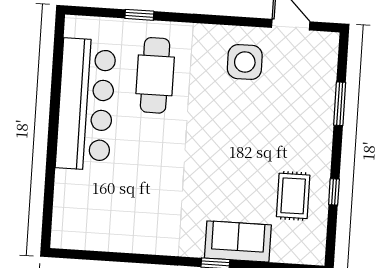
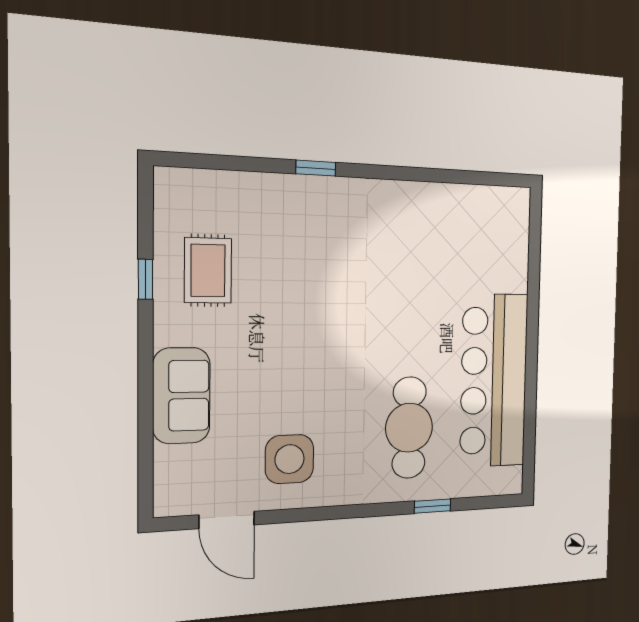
window: (340, 104) -> (145, 413), removed
sofa: (238, 242) -> (181, 396), moved, turned -90

